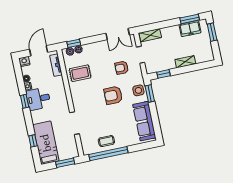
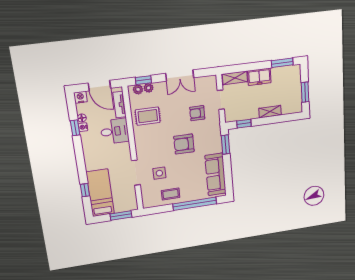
freezer: (190, 29) -> (259, 77), moved
window: (212, 32) -> (305, 92), moved
double door: (118, 34) -> (180, 76), moved
door: (39, 51) -> (99, 86), swing flipped
side table: (138, 90) -> (159, 173), moved
desk: (38, 99) -> (115, 131), moved, turned 180
window: (25, 101) -> (75, 128), moved
window: (108, 154) -> (195, 204), moved

